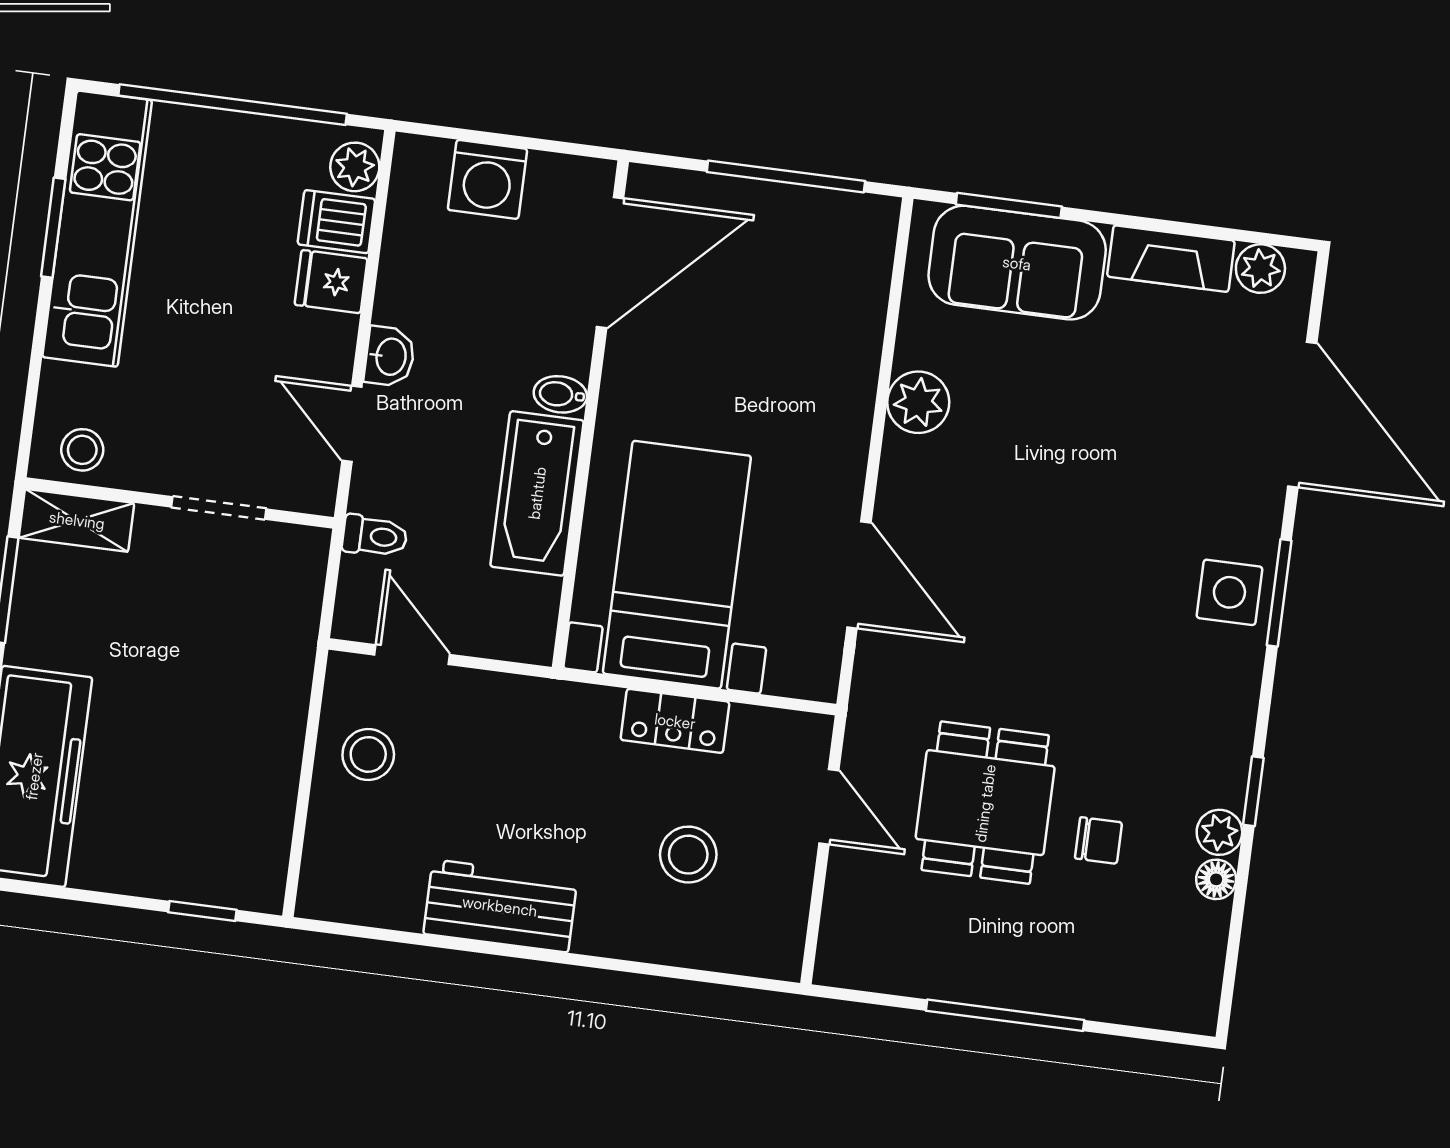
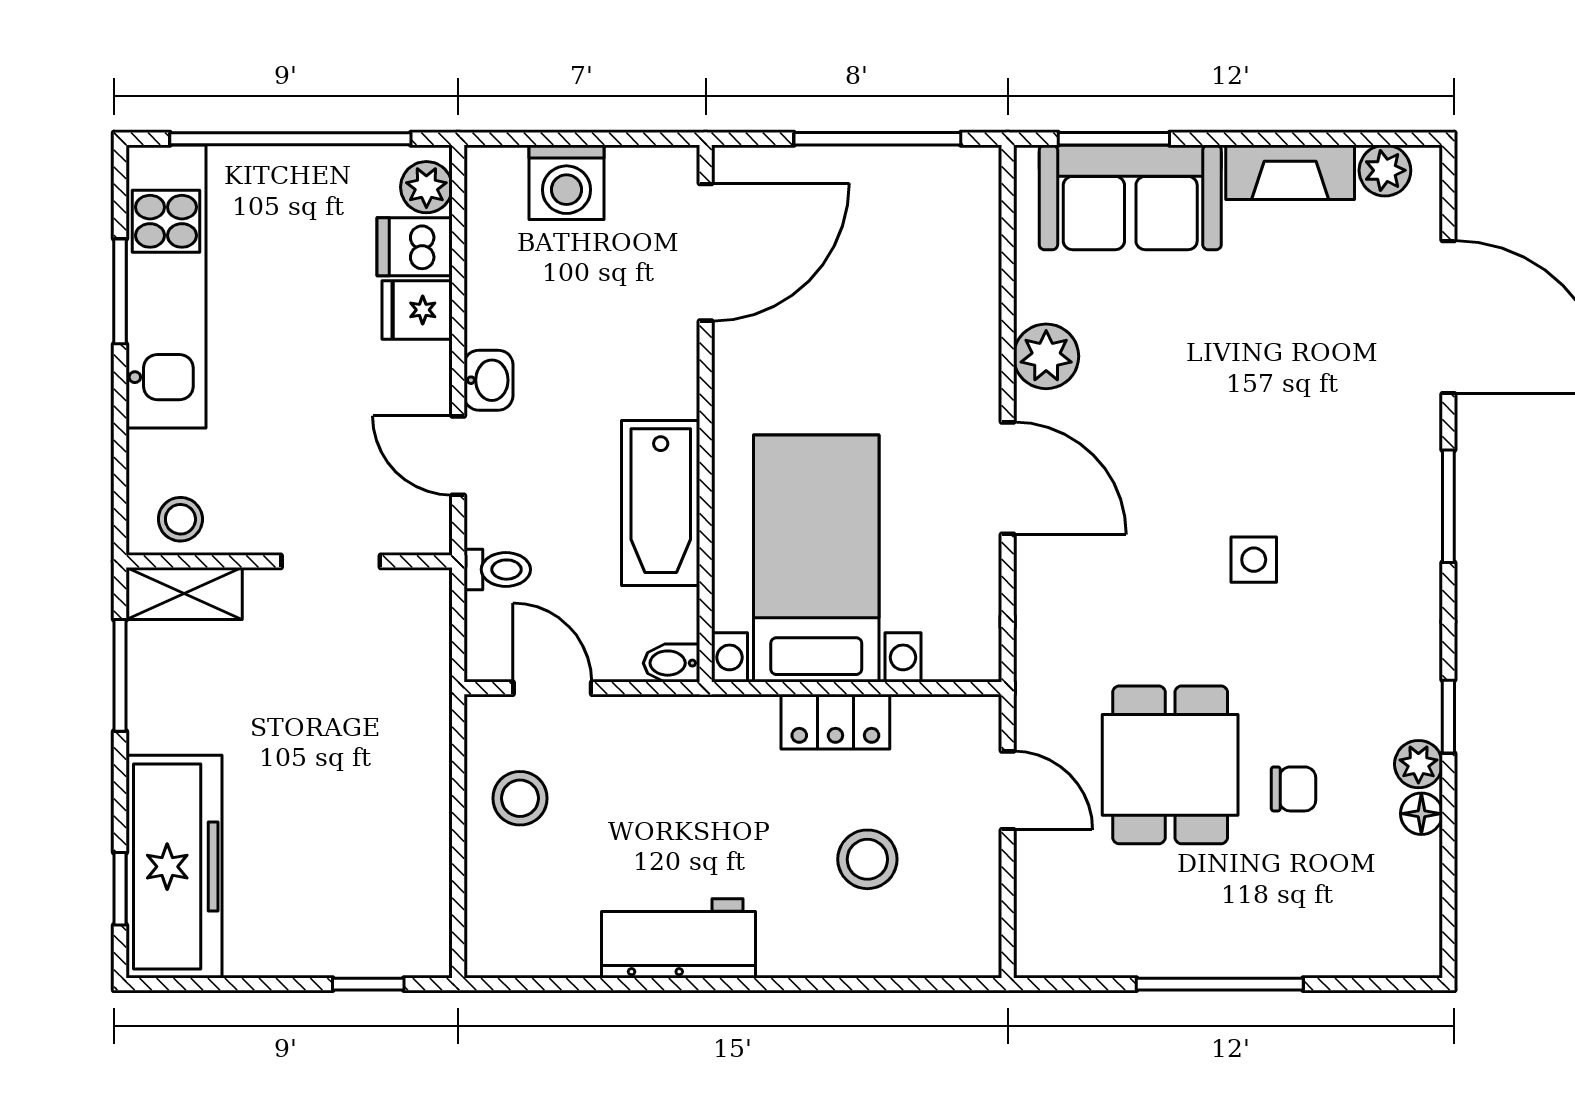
bidet: (560, 394) -> (672, 663), moved
door: (859, 575) -> (1008, 478), moved
side table: (1229, 592) -> (1254, 560), moved, width x0.73, depth x0.73

